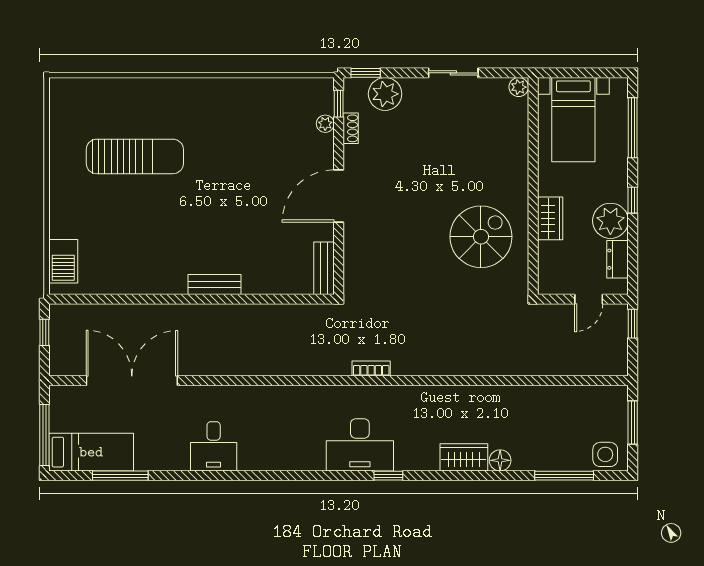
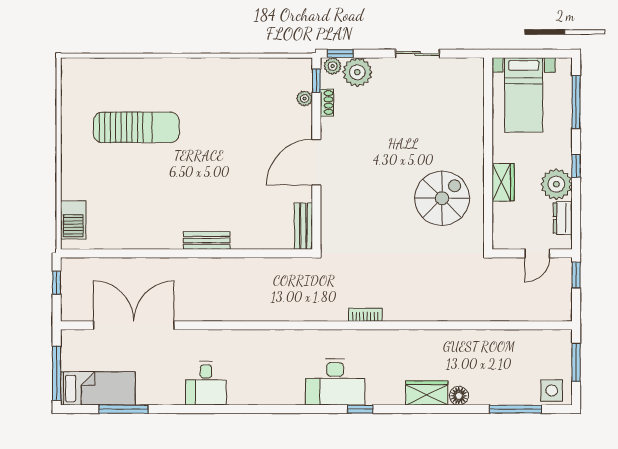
plant: (519, 87) -> (333, 66), moved
bookcase: (371, 368) -> (365, 315), moved

